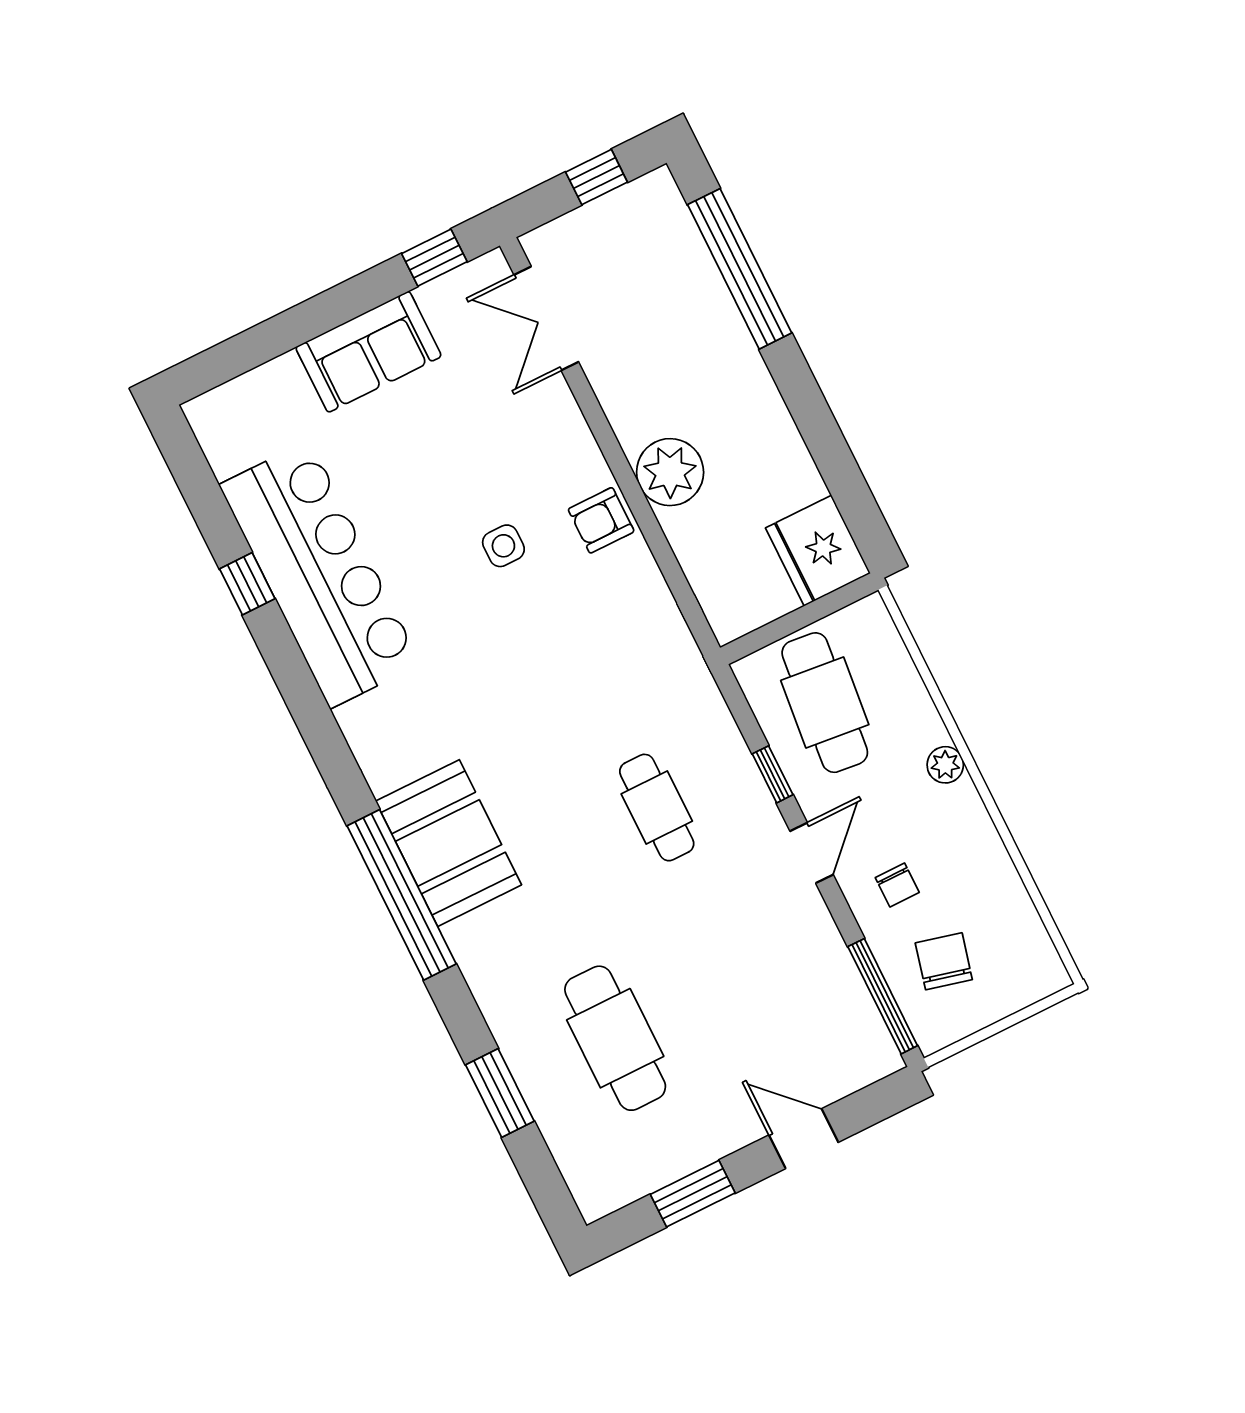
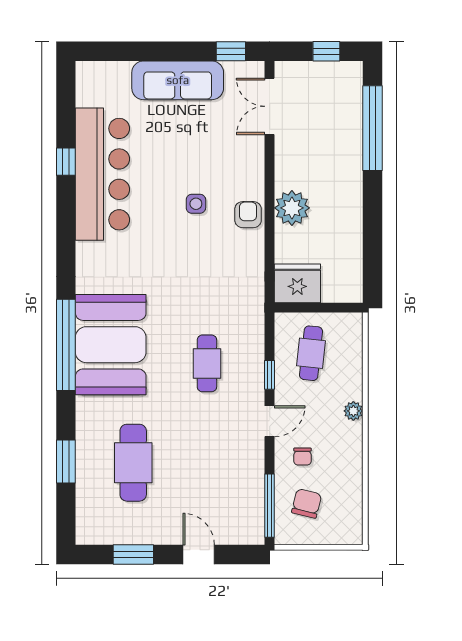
sofa: (368, 352) -> (178, 80), width x1.36
armchair: (601, 520) -> (248, 215), turned 90
fridge: (818, 551) -> (297, 283), moved, turned 90
cafe table: (825, 703) -> (311, 353), width x0.73, depth x0.74
booth: (449, 843) -> (111, 345), width x1.36, depth x1.42

